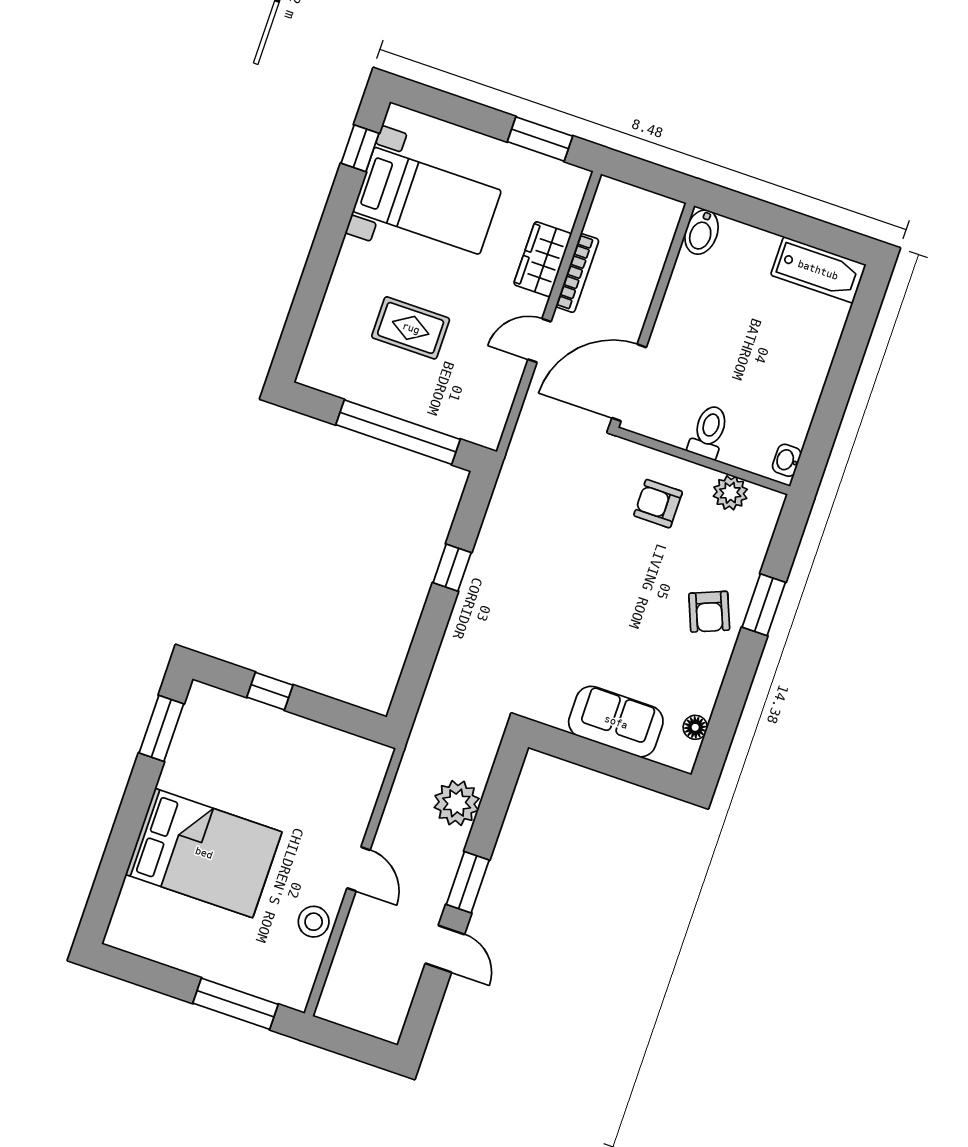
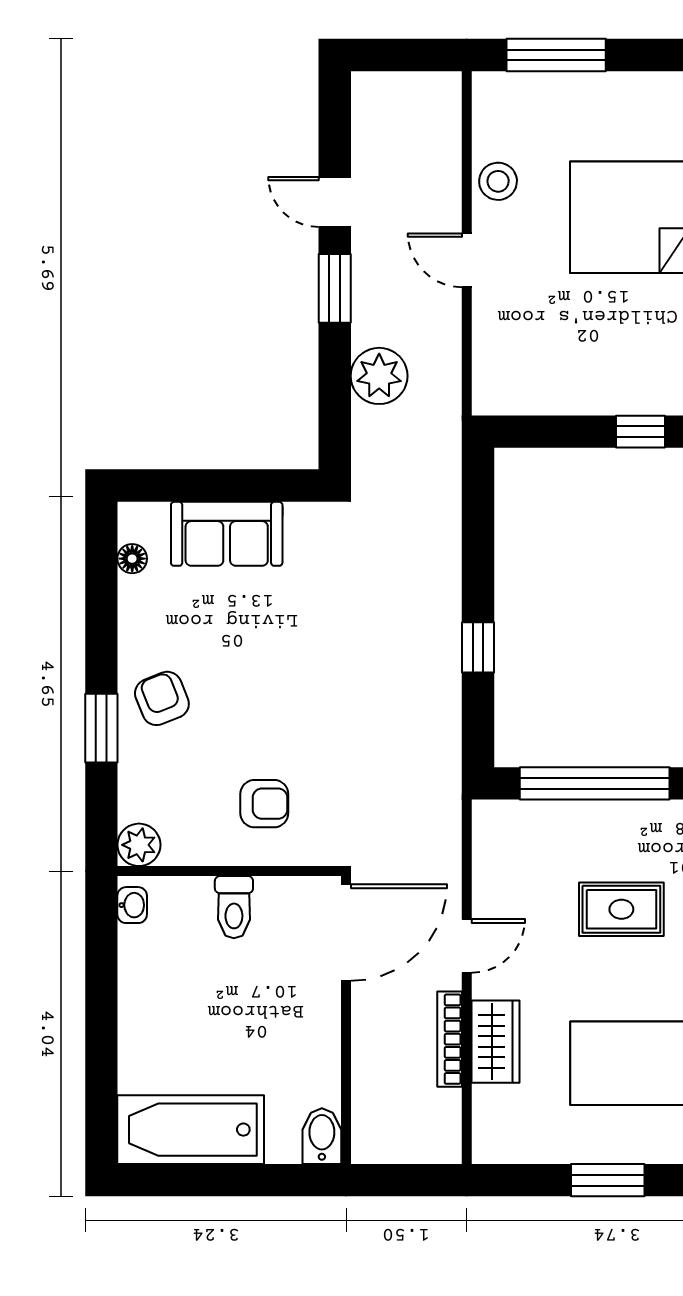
window: (540, 139) -> (608, 1180), moved
bathtub: (818, 270) -> (191, 1130), width x1.36, depth x1.36
plant: (730, 493) -> (139, 845), moved

